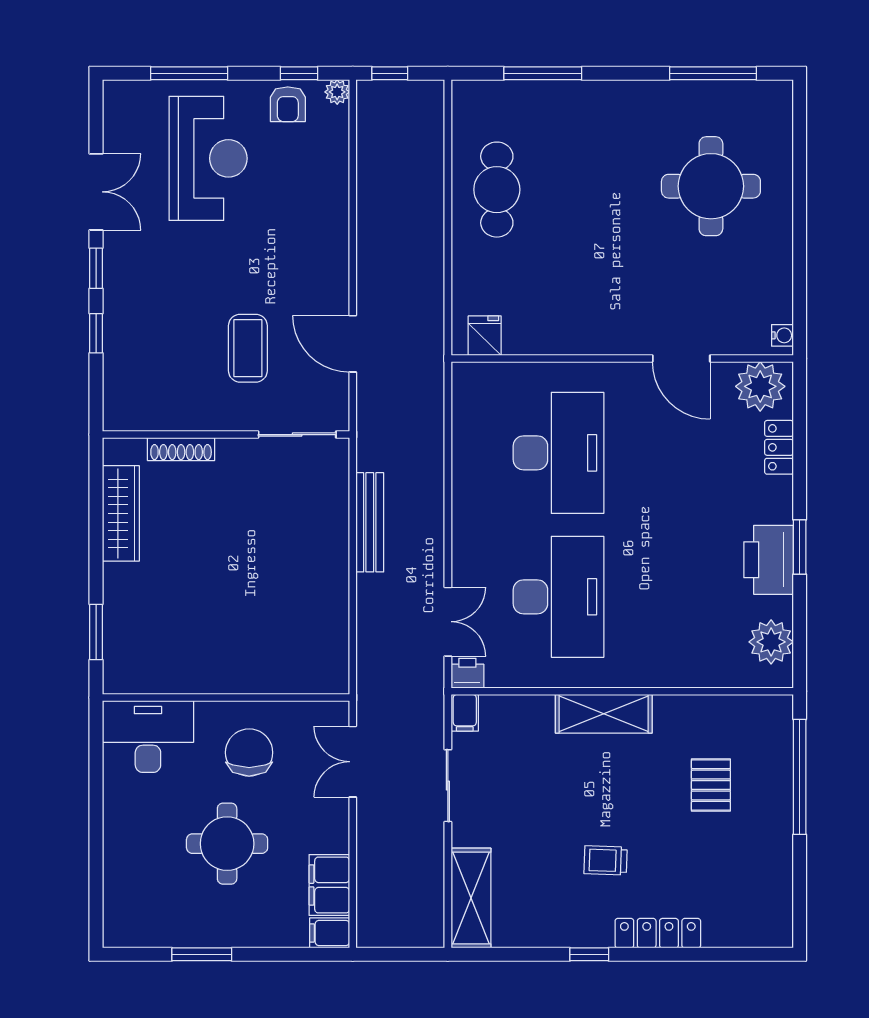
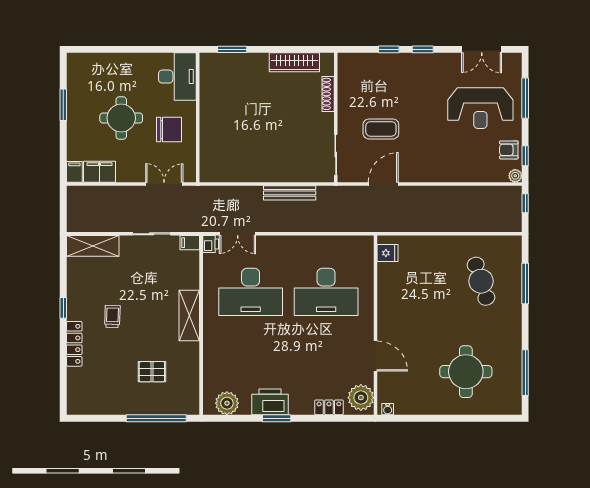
cafe table: (497, 190) -> (481, 281), moved, turned 72
double door: (96, 192) -> (482, 49), moved
door: (681, 358) -> (376, 356), swing flipped

